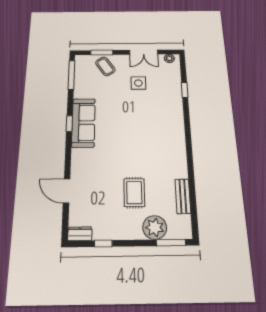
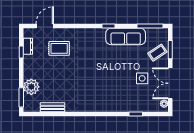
double door: (144, 52) -> (170, 83), width x1.37
sofa: (83, 123) -> (126, 36), moved
door: (67, 191) -> (45, 26), moved
rug: (134, 193) -> (59, 48), moved
dresser: (80, 234) -> (28, 46), moved

